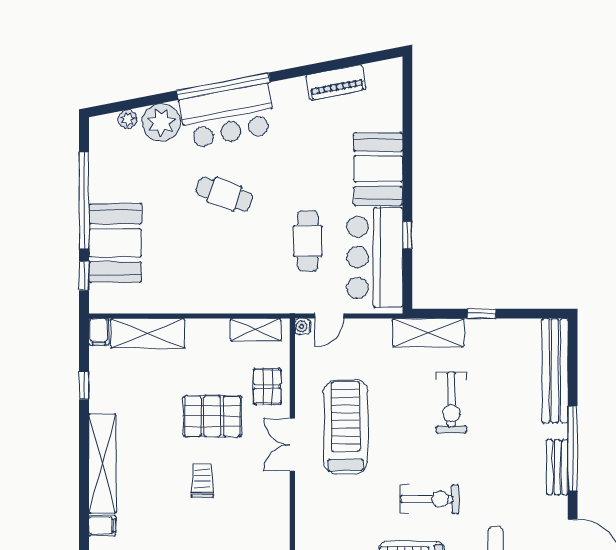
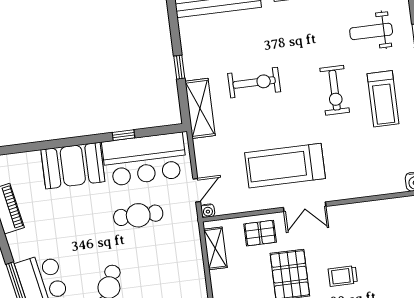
door: (329, 316) -> (197, 190), hinge flipped
exercise bike: (430, 499) -> (335, 90), turned 180

